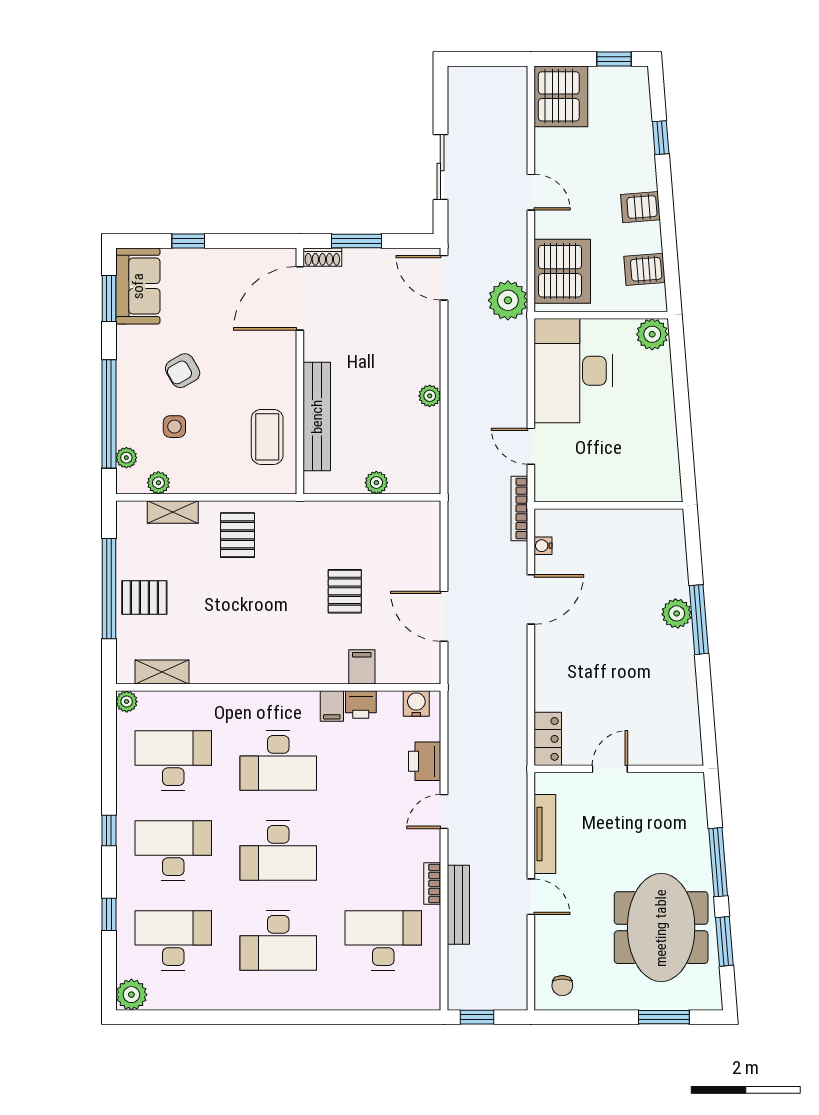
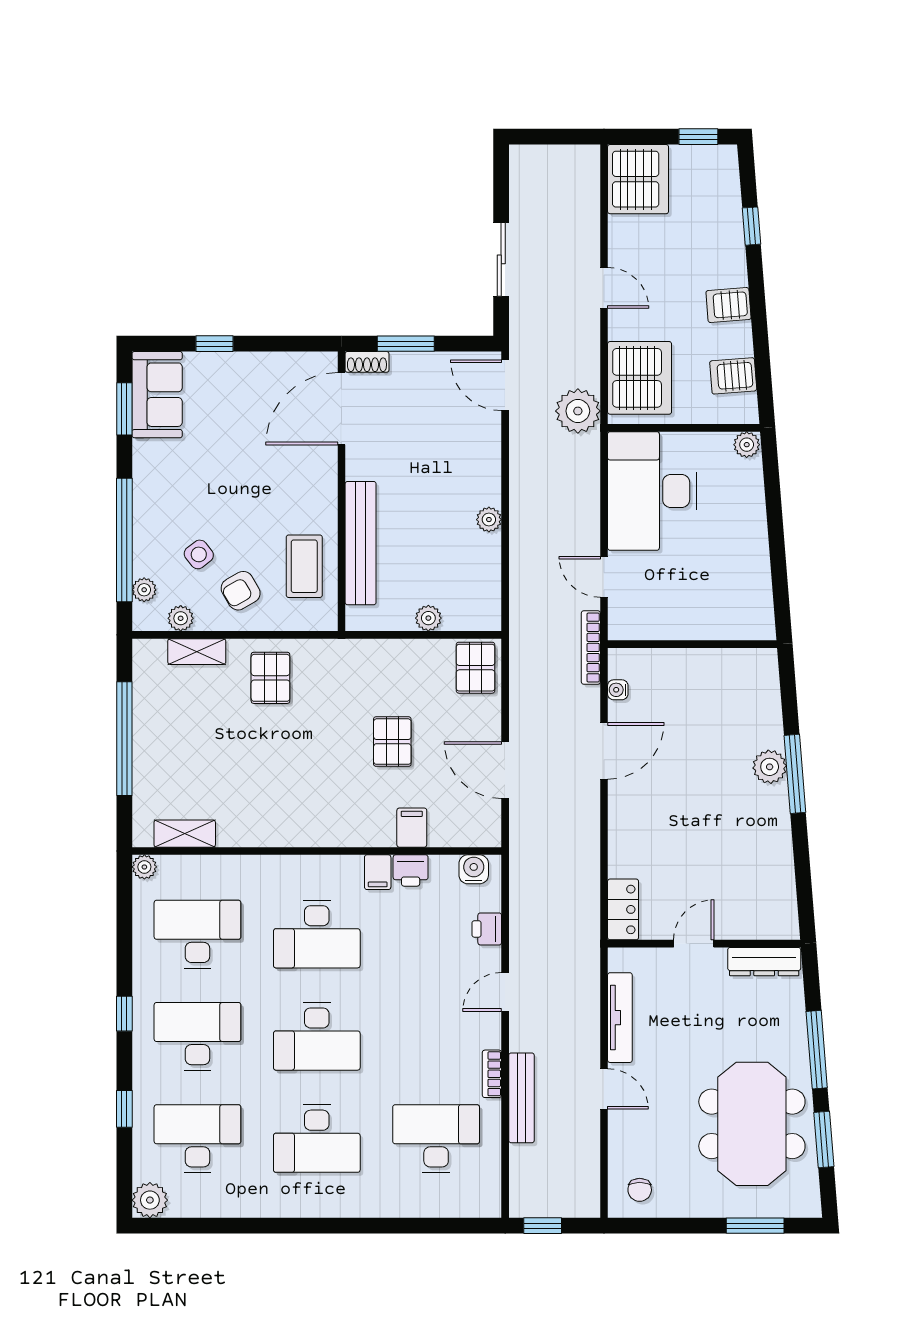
plant: (652, 334) -> (747, 445), width x0.73, depth x0.73
armchair: (183, 371) -> (241, 591), moved
side table: (174, 427) -> (199, 554), turned -38
pallet: (144, 598) -> (476, 668), moved, turned 90
printer: (425, 761) -> (487, 929), width x0.73, depth x0.81
dresser: (672, 785) -> (764, 962), added

